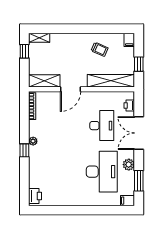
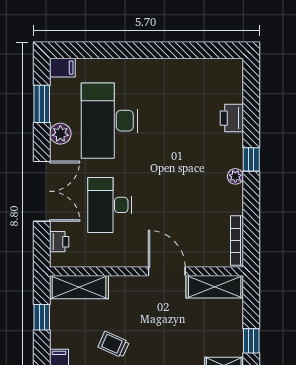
shelving: (111, 81) -> (79, 287), width x0.68
door: (71, 89) -> (167, 271), hinge flipped
printer: (35, 196) -> (232, 118), moved

